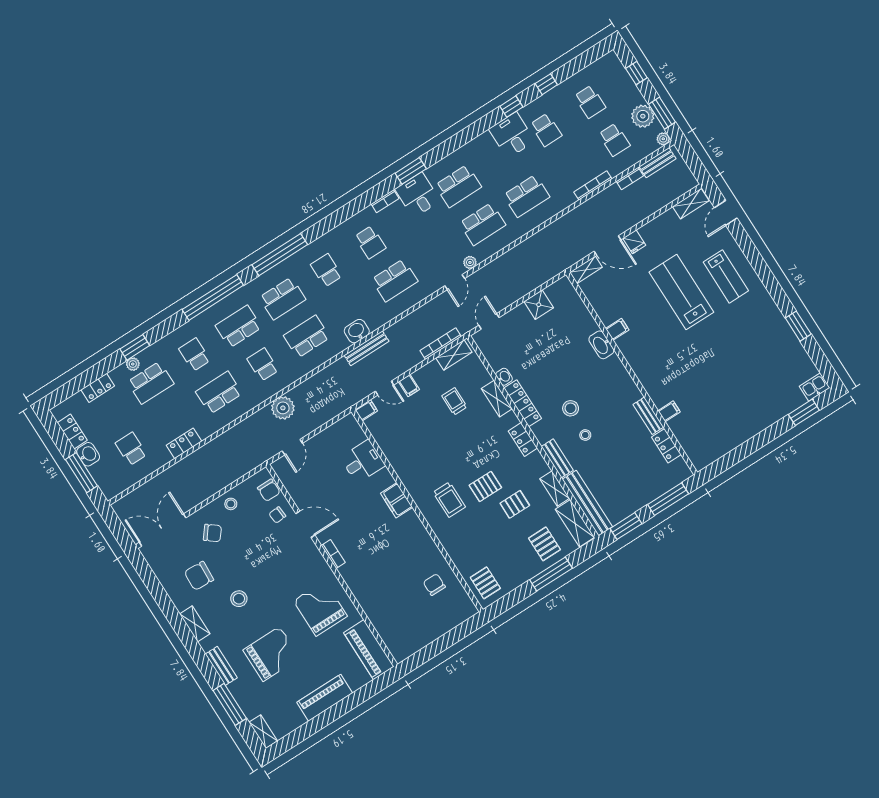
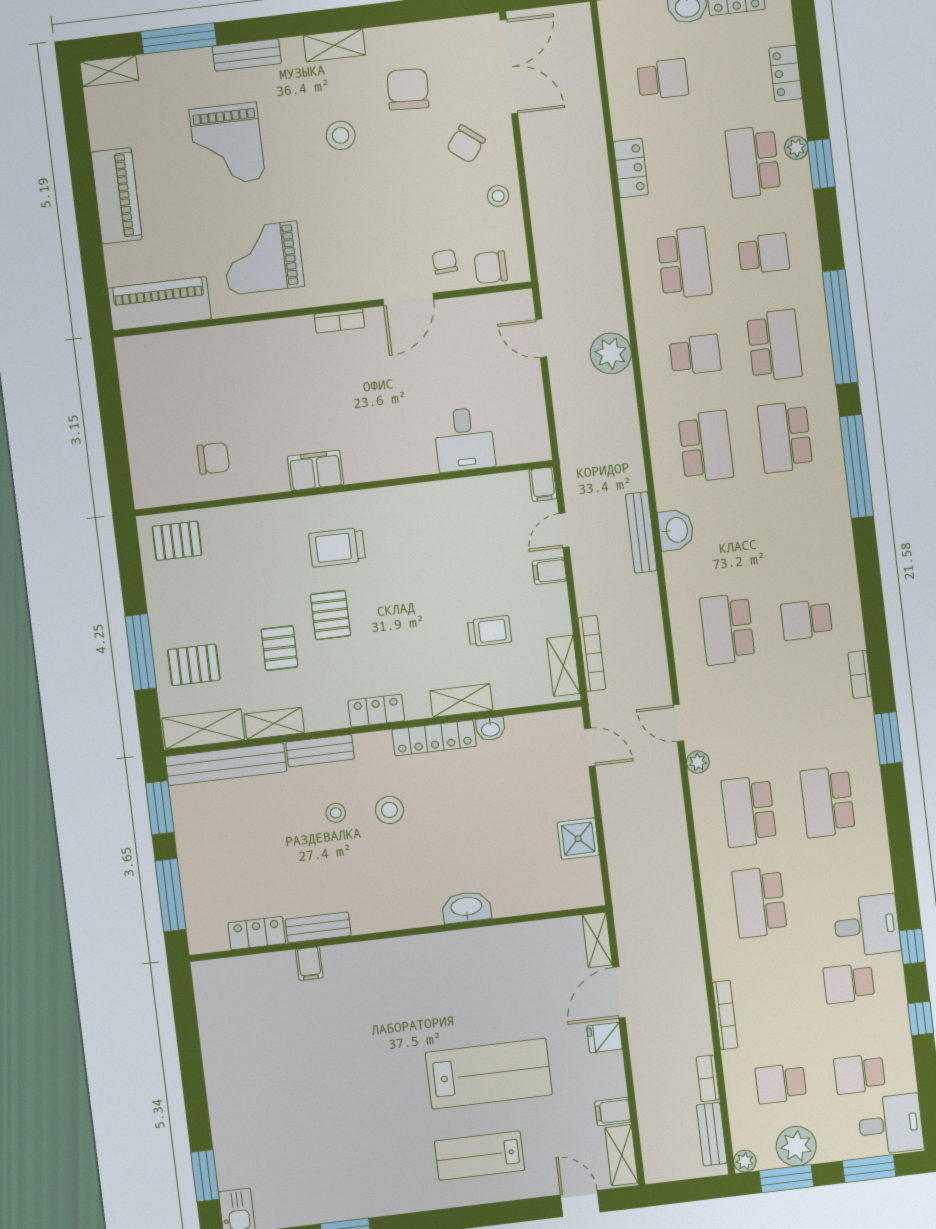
window: (636, 73) -> (869, 1169), width x1.50
desk: (418, 195) -> (891, 1124), moved
school desk: (326, 270) -> (796, 528), removed
filing cabinet: (617, 329) -> (613, 1112), moved, turned 90
filing cabinet: (397, 500) -> (315, 470), moved
grand piano: (320, 608) -> (263, 258), turned 180

